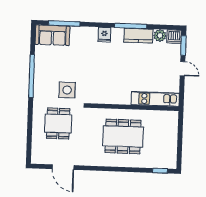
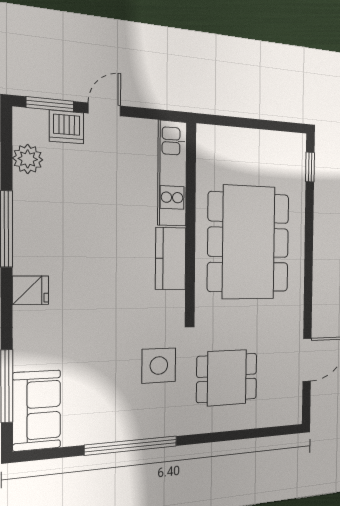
kitchen counter: (138, 36) -> (171, 259), moved, turned 180
dishwasher: (174, 37) -> (67, 127), moved, turned 90
dining table: (123, 136) -> (249, 242), width x1.36, depth x1.24

